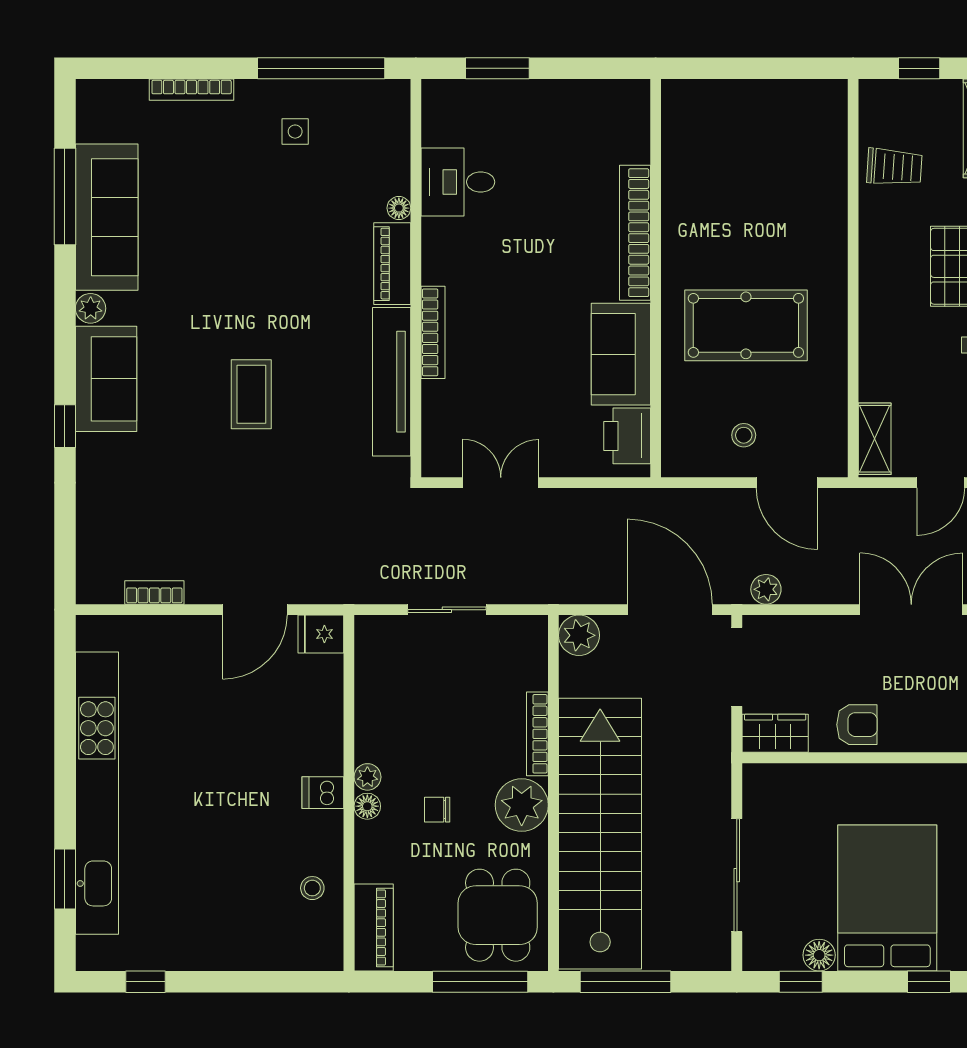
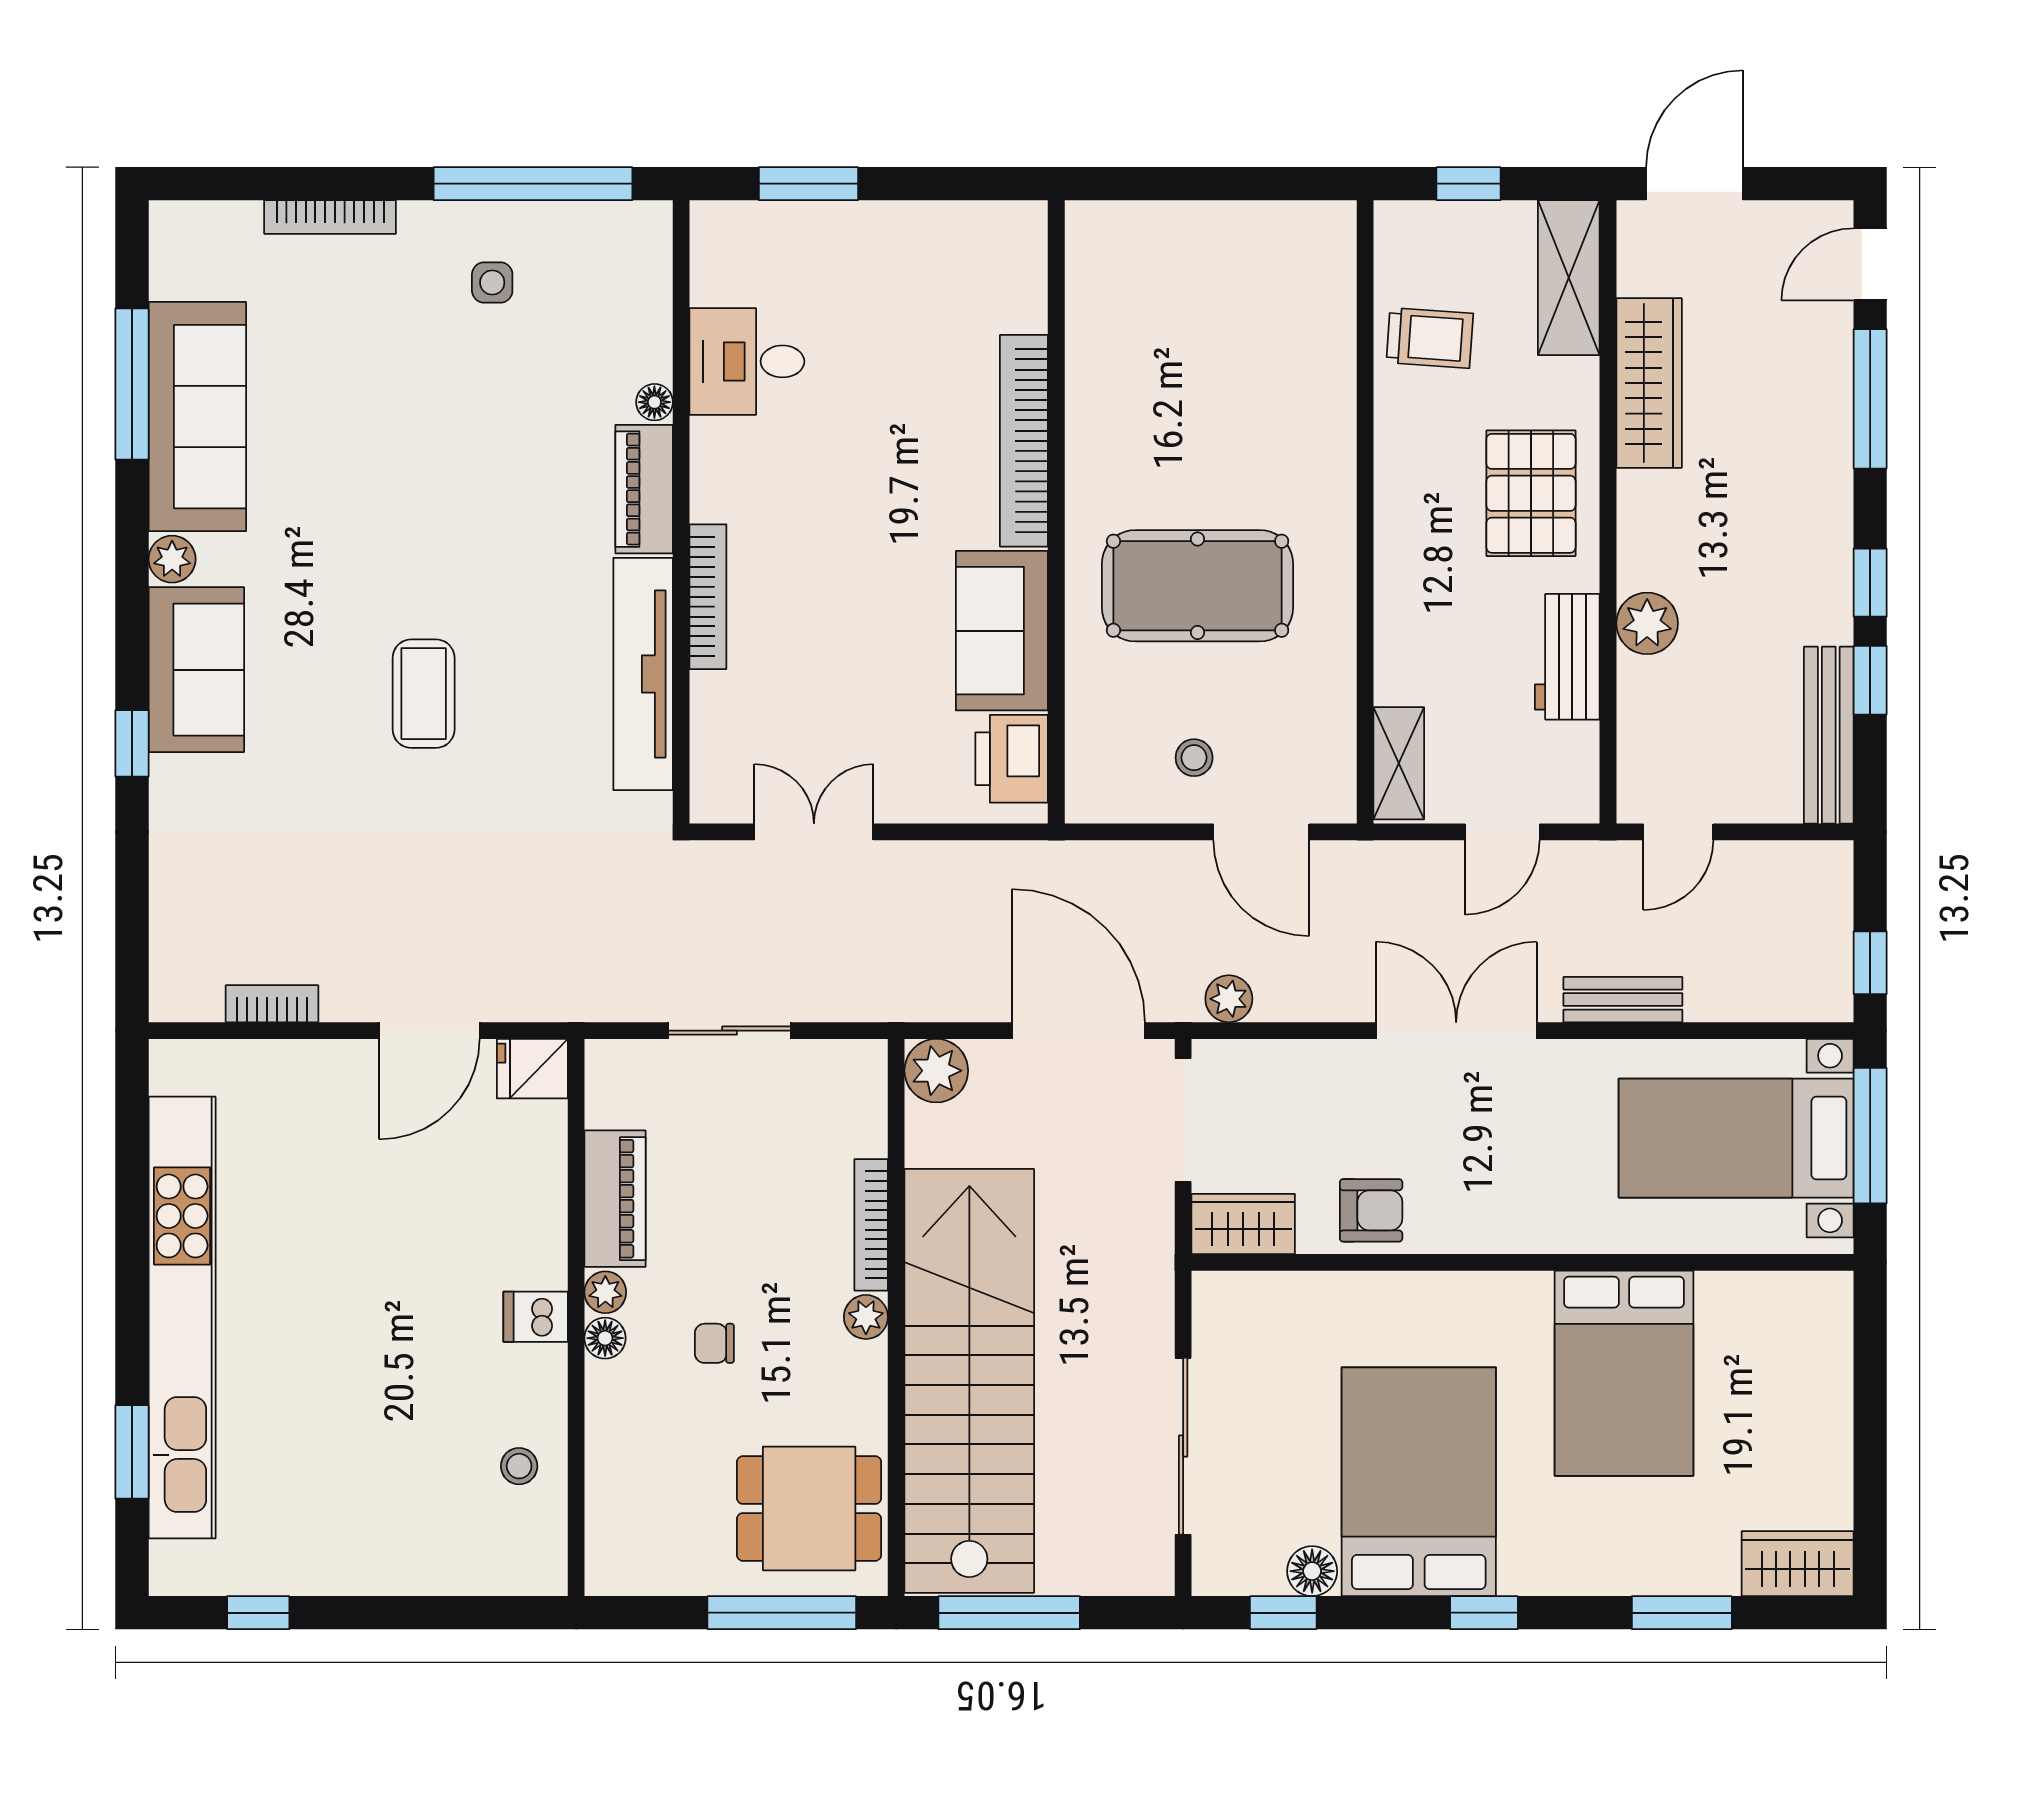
plant: (522, 805) -> (866, 1317), width x0.53, depth x0.53
dining table: (498, 915) -> (809, 1508), turned 90
piano: (374, 927) -> (615, 1199), moved

